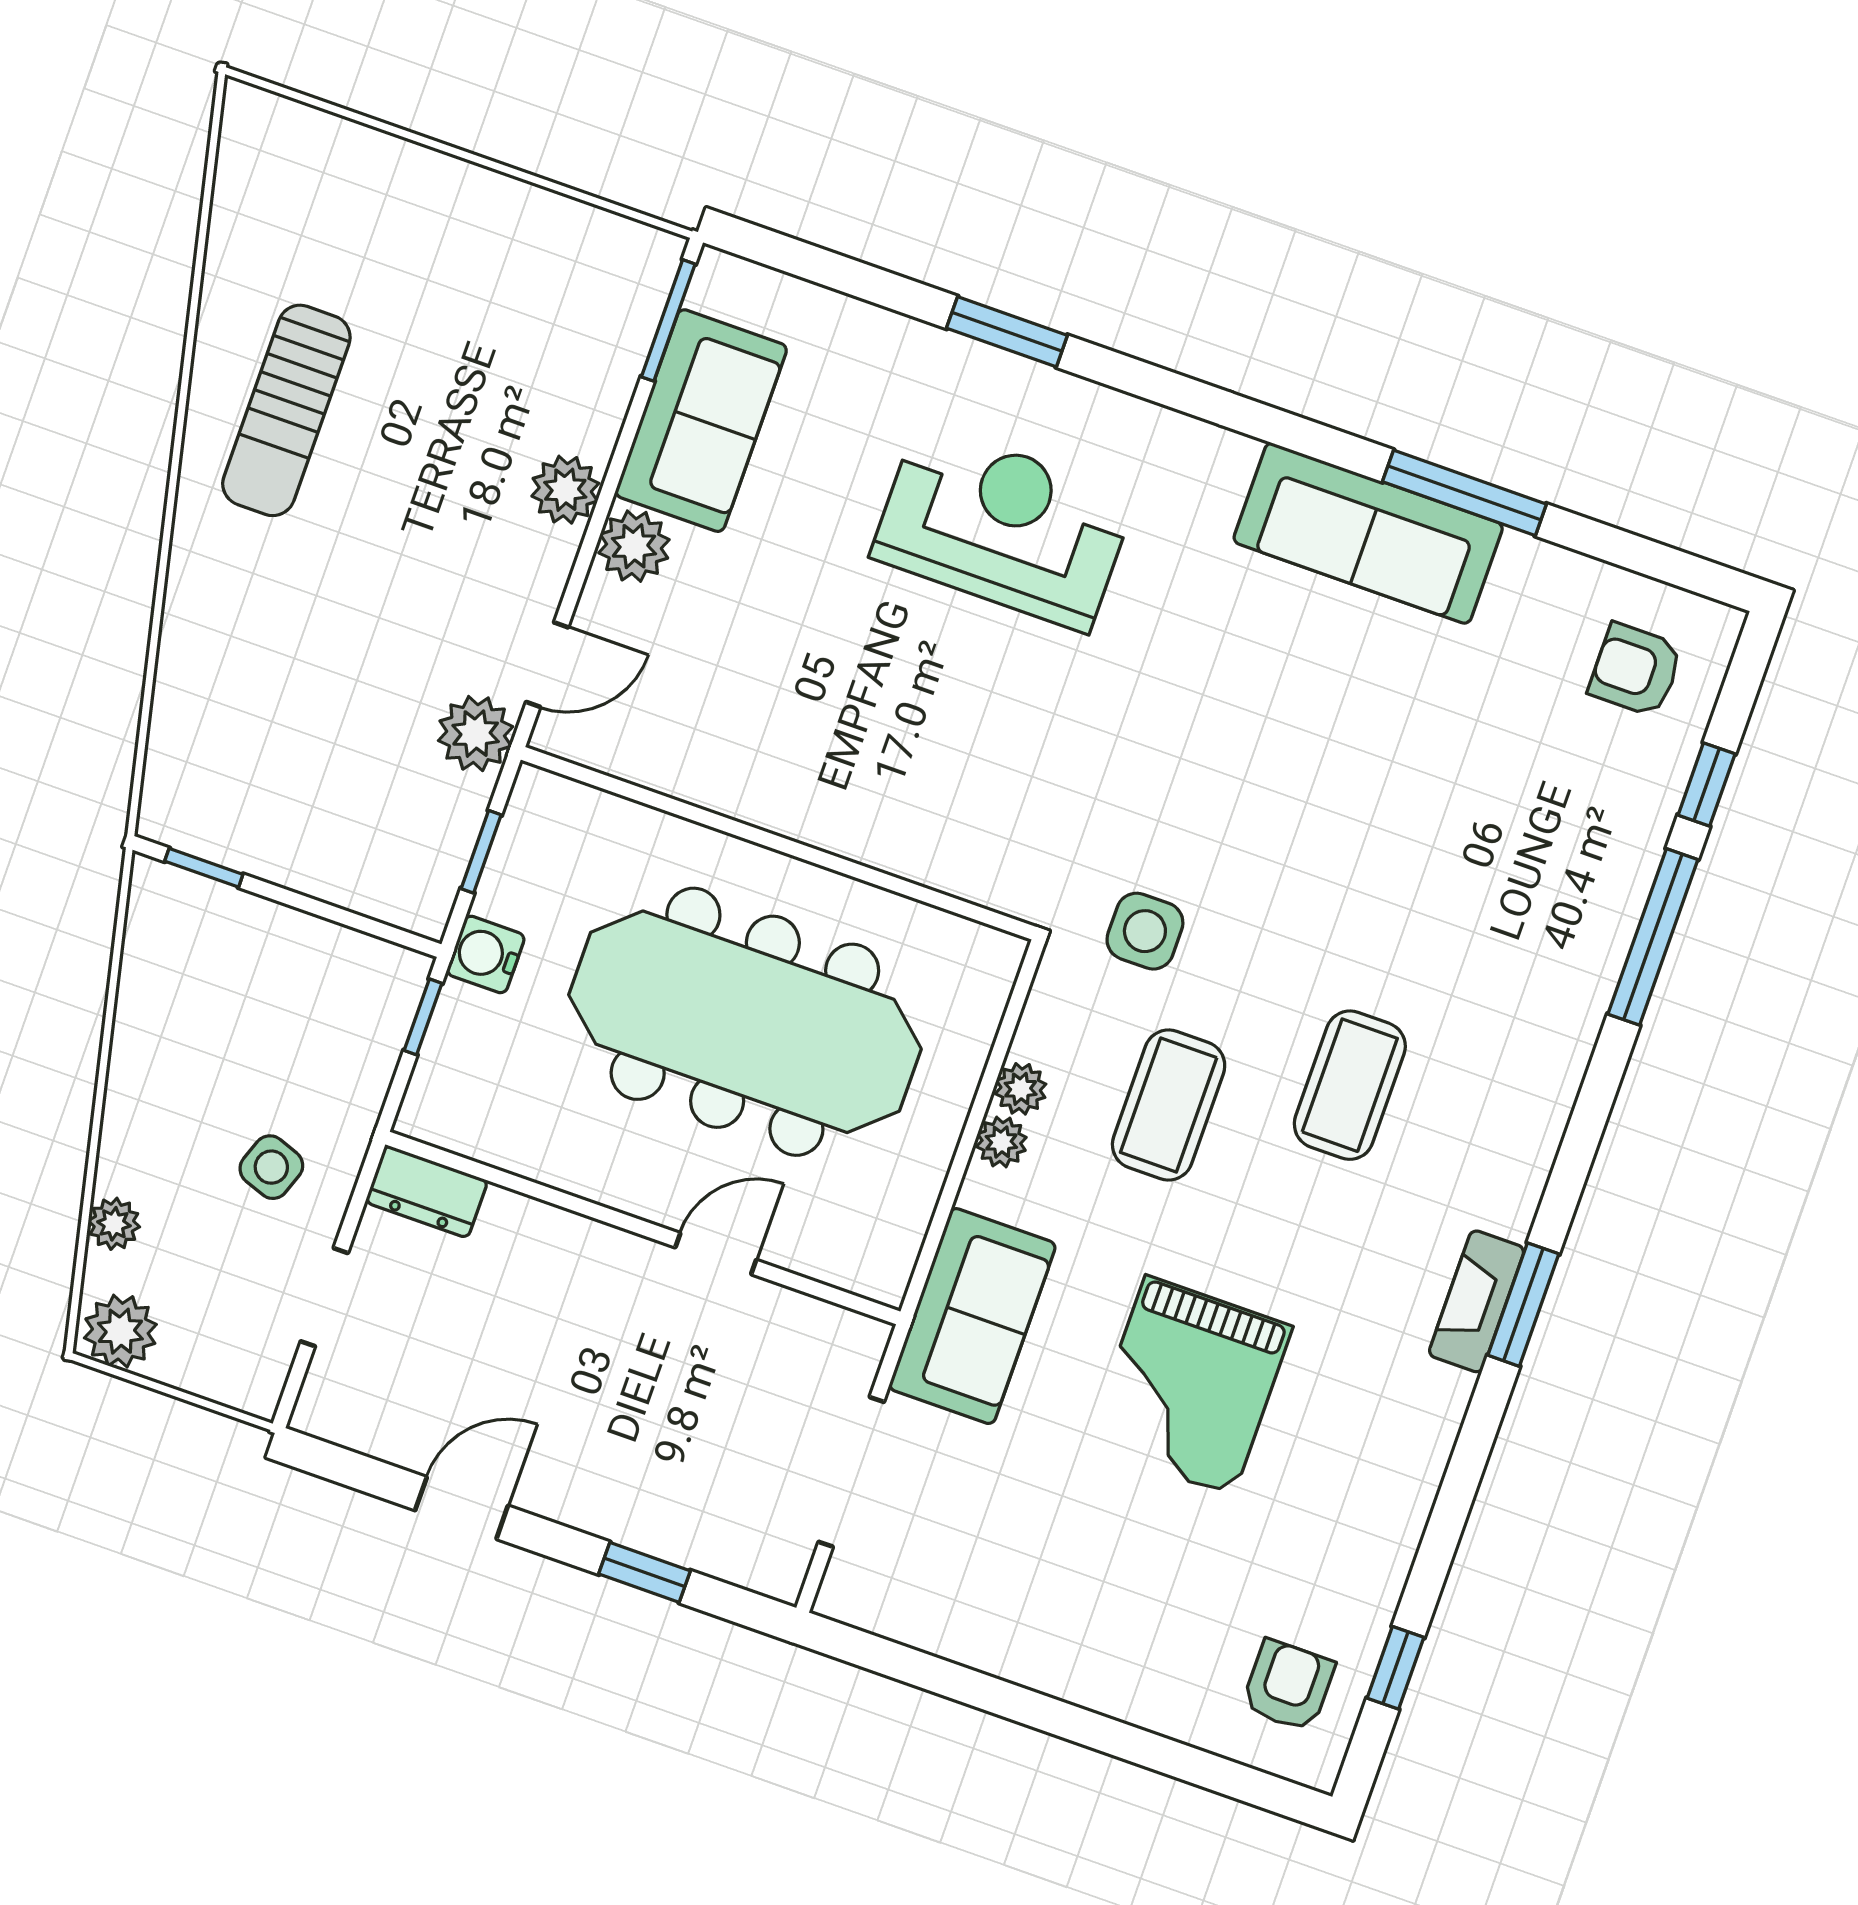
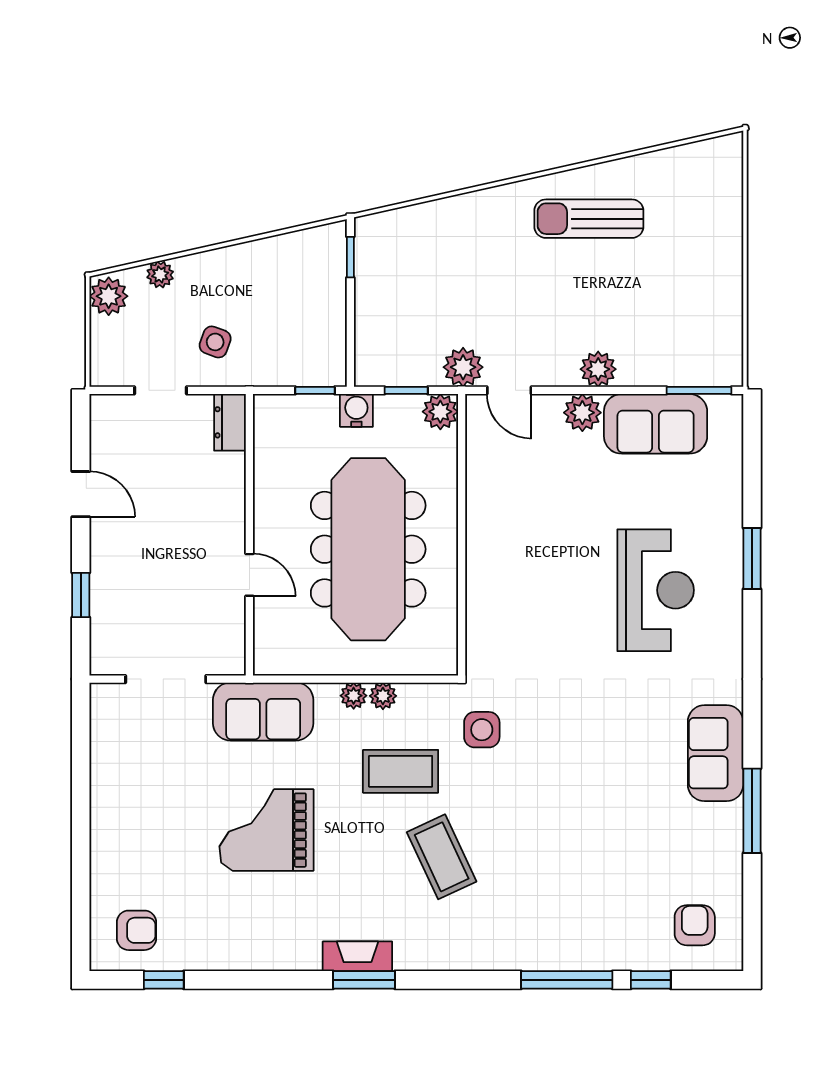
sofa: (1368, 533) -> (716, 753), width x0.73
plant: (542, 803) -> (440, 412), added
coffee table: (1350, 1085) -> (442, 857), turned 65

